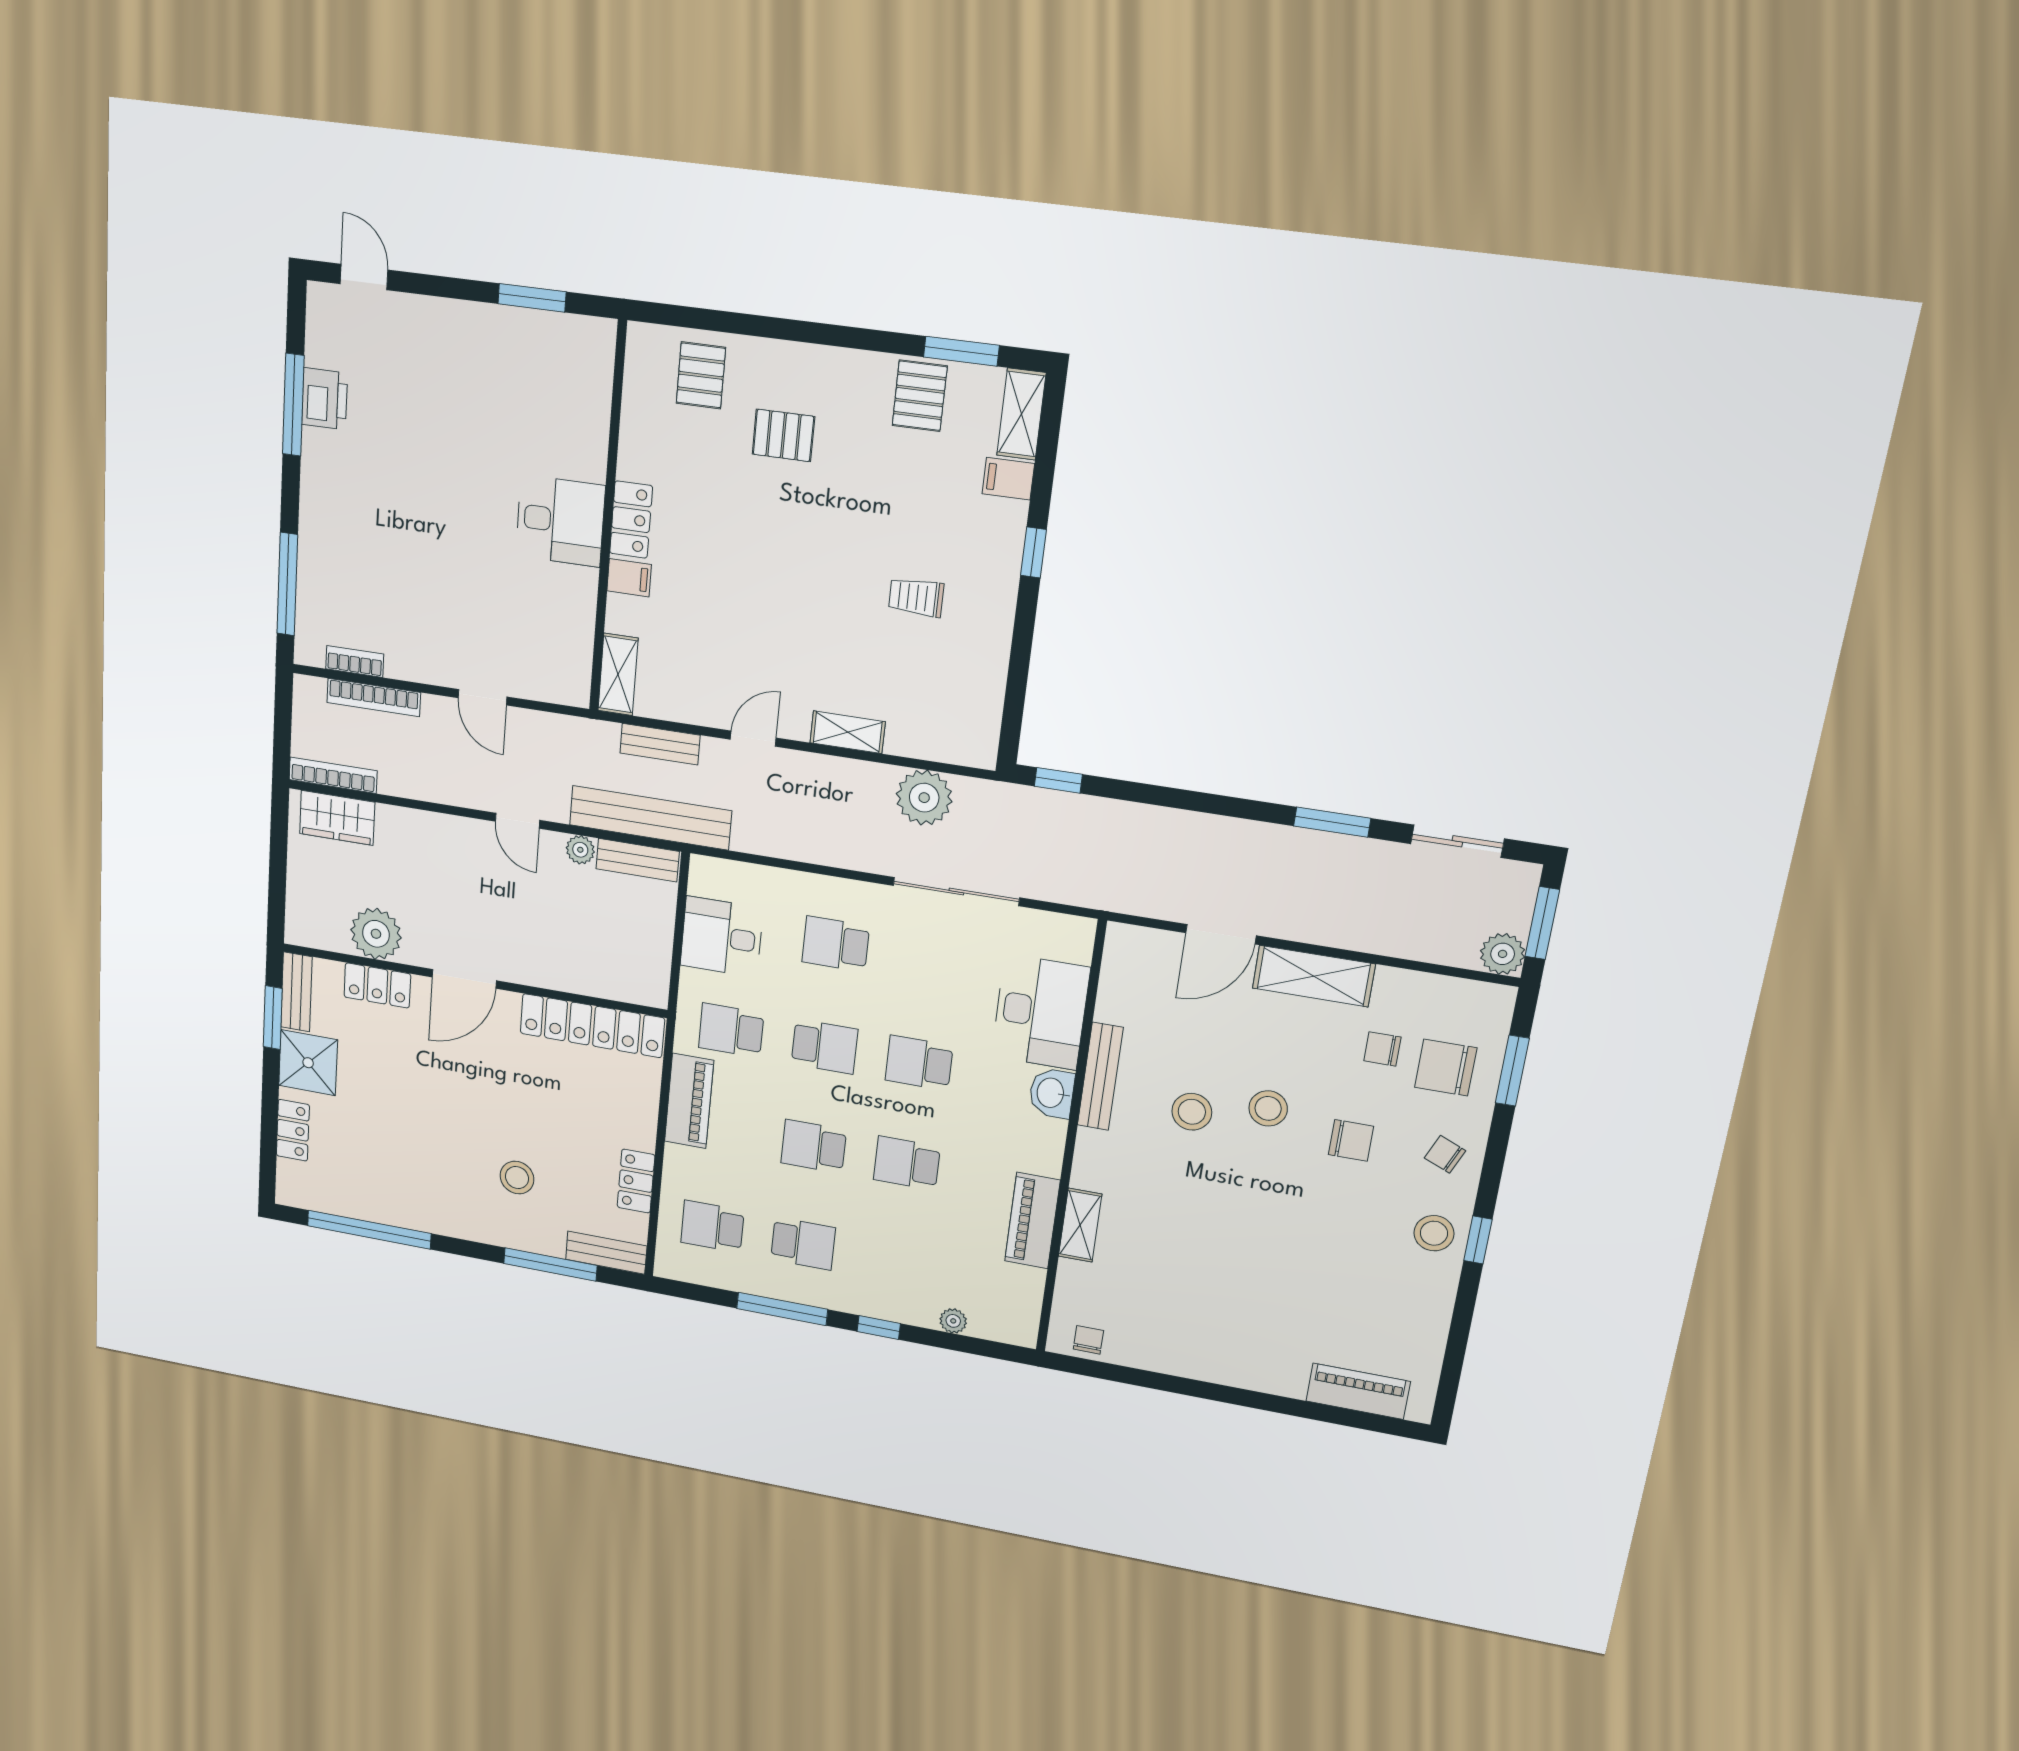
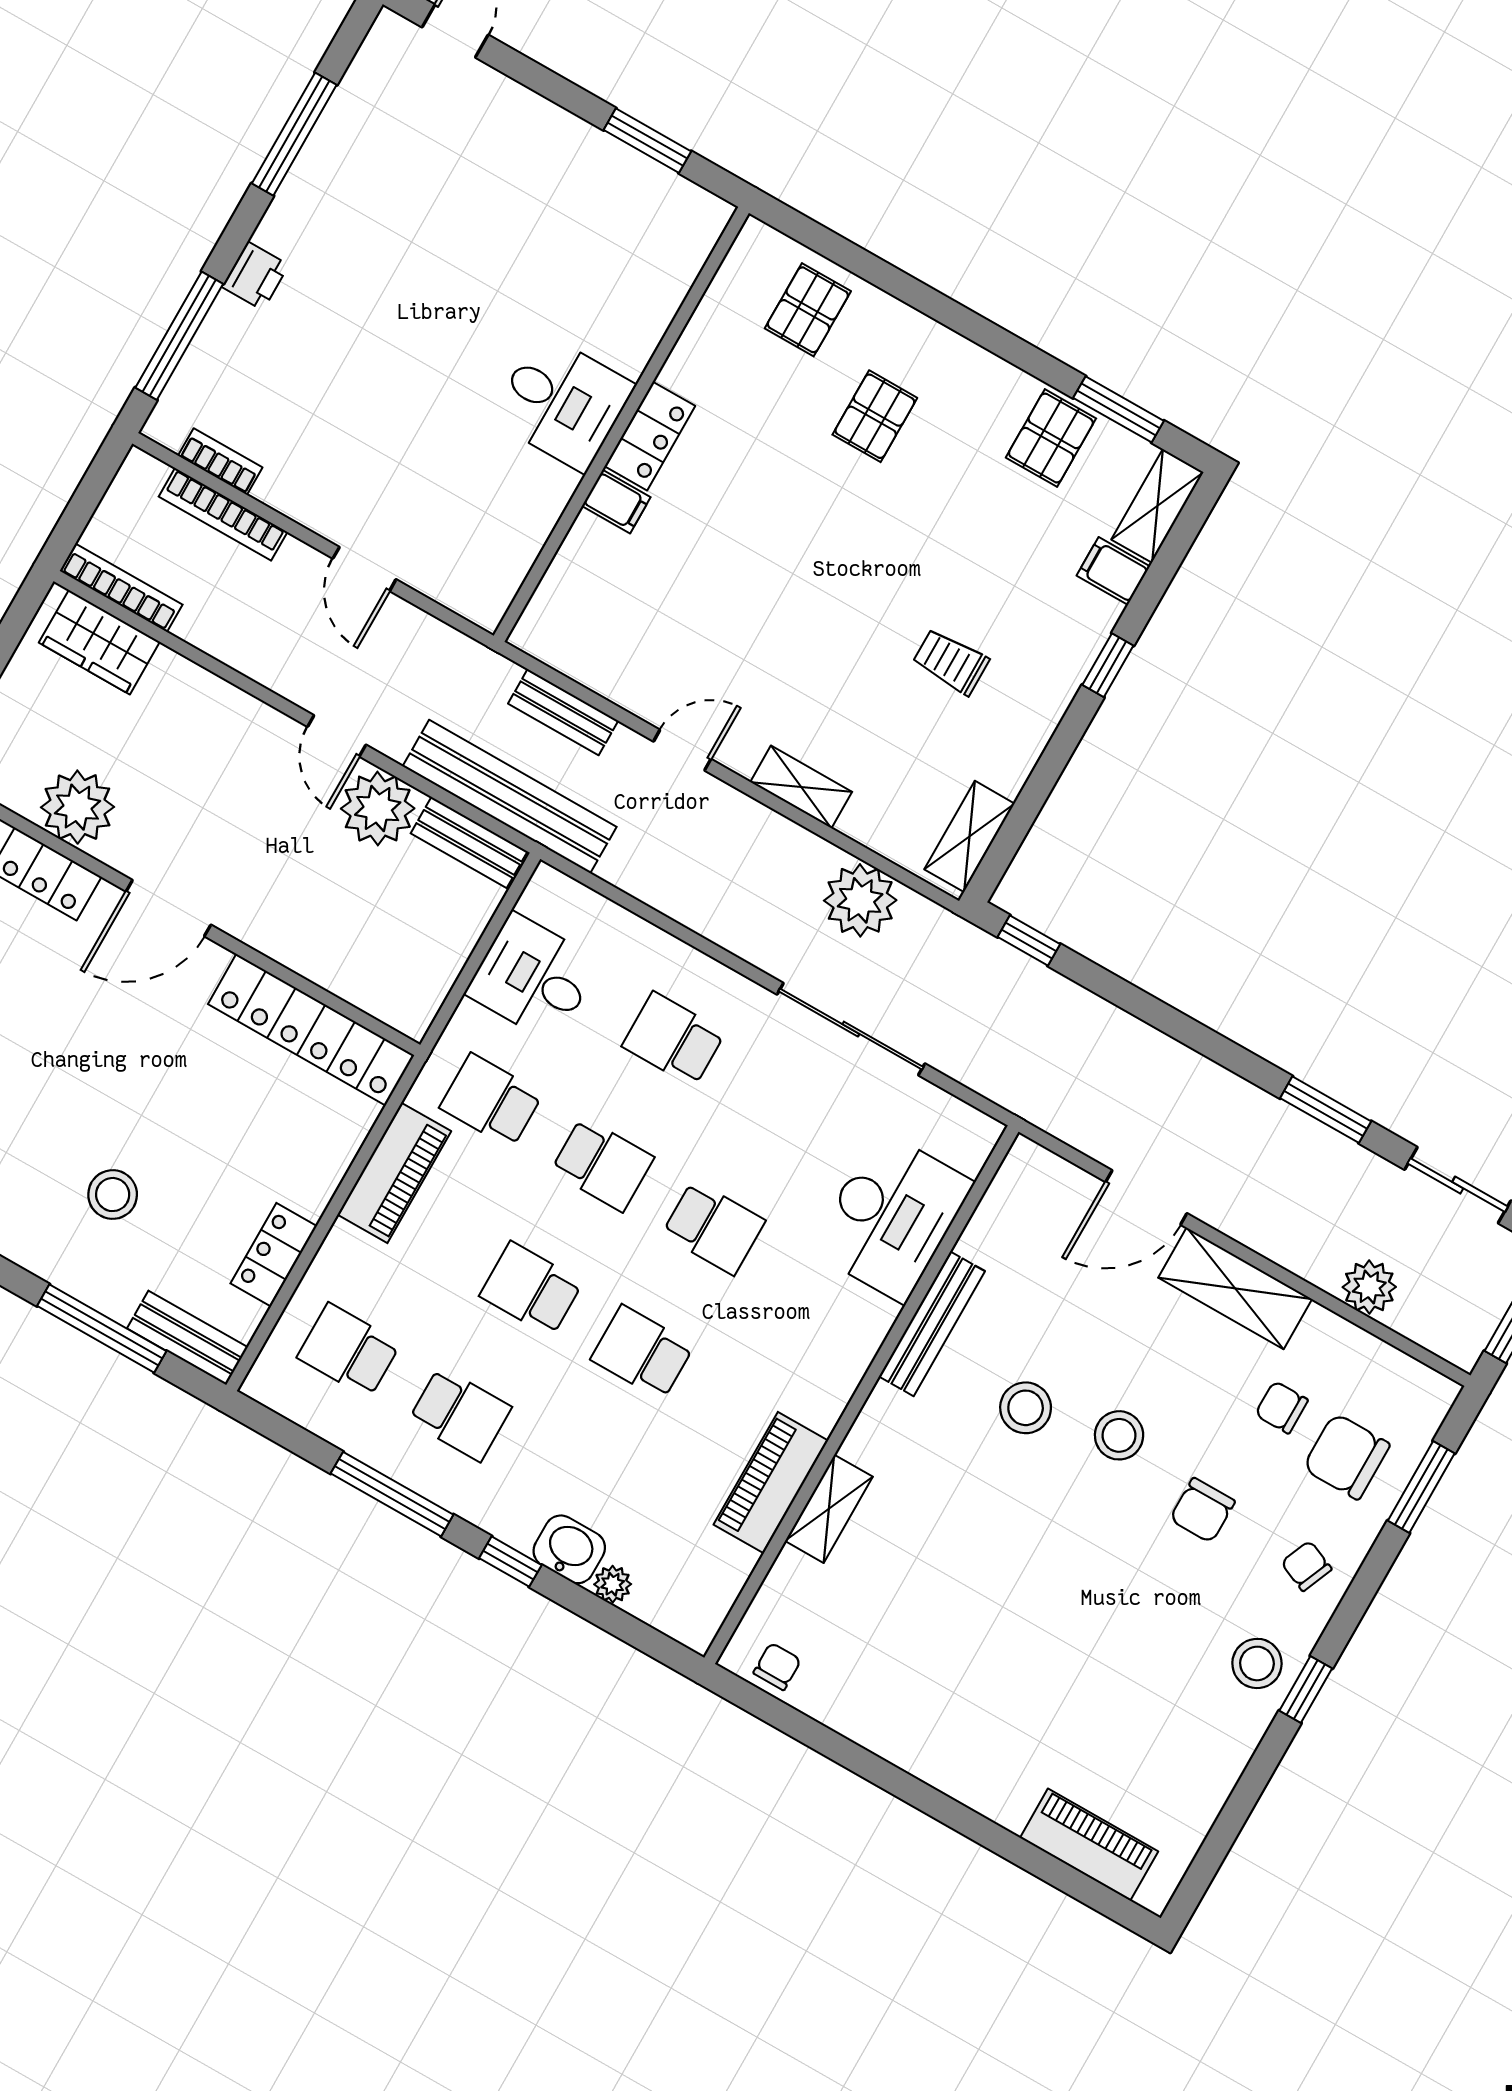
printer: (324, 399) -> (255, 276), moved, width x0.73, depth x0.81
pallet: (783, 435) -> (875, 416), turned 90
shelving: (618, 674) -> (969, 836), moved
plant: (580, 850) -> (378, 809), width x1.88, depth x1.88
plant: (1503, 954) -> (1369, 1287), moved
school desk: (919, 1063) -> (714, 1228), turned 180
washbasin: (1052, 1093) -> (569, 1549), moved, turned 90
chair: (1351, 1140) -> (1202, 1510), turned 90

